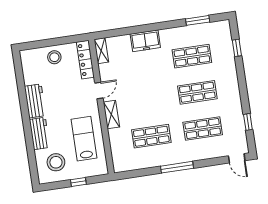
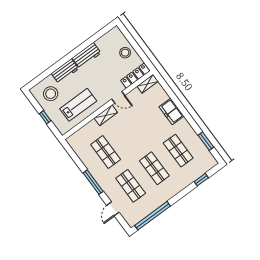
window: (248, 122) -> (153, 216), width x3.17
door: (237, 158) -> (113, 209), moved

